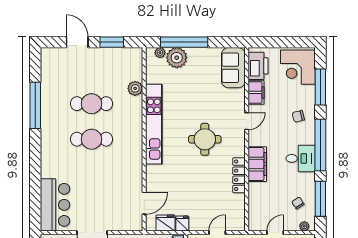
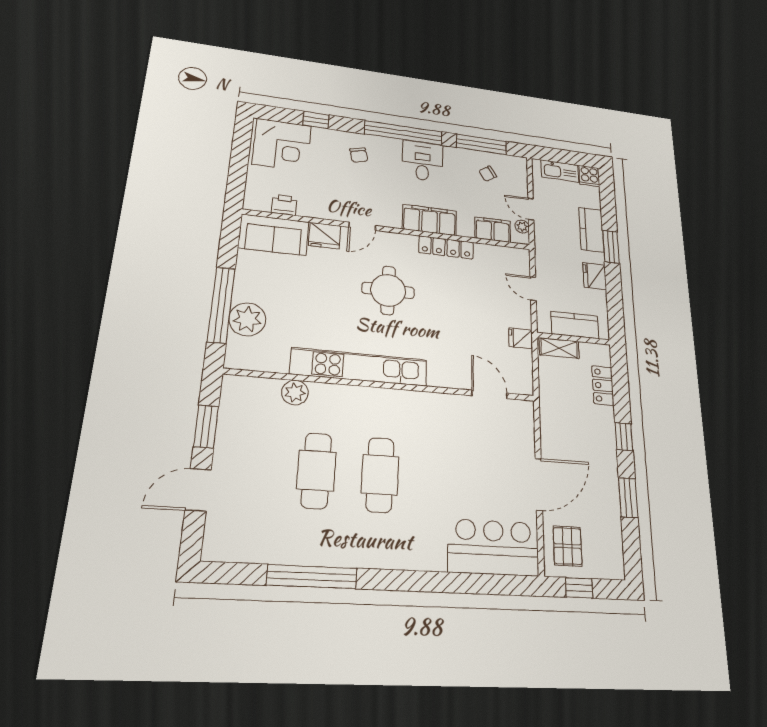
plant: (160, 53) -> (235, 345), removed
printer: (258, 66) -> (284, 205), width x0.53, depth x0.68
window: (320, 87) -> (316, 120), width x0.46
filing cabinet: (256, 92) -> (493, 230), moved
door: (247, 121) -> (362, 226), swing flipped
fridge: (165, 223) -> (325, 236), moved, turned -90
plant: (304, 226) -> (522, 227), moved

